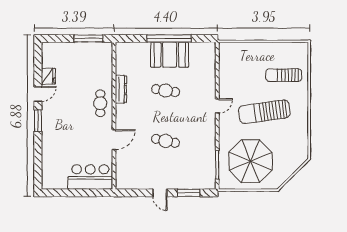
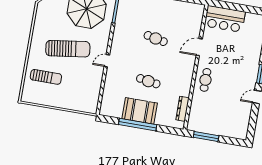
fridge: (48, 76) -> (245, 110), removed
dresser: (121, 89) -> (182, 109), moved

